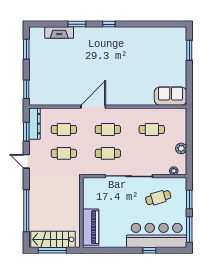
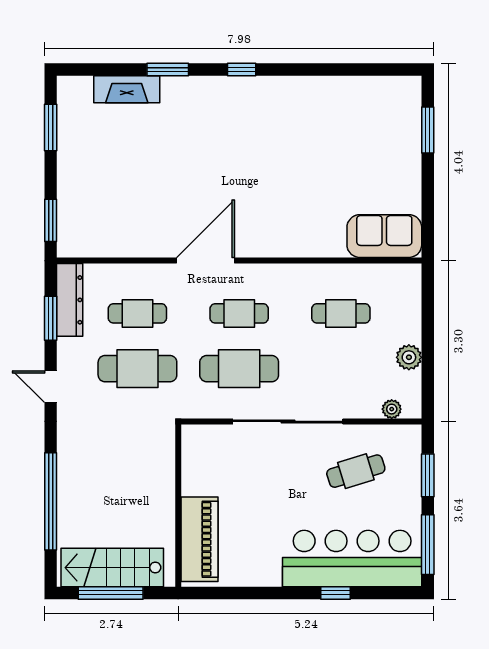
cafe table: (64, 153) -> (137, 369), width x1.37, depth x1.35
cafe table: (108, 153) -> (239, 369), width x1.37, depth x1.35

